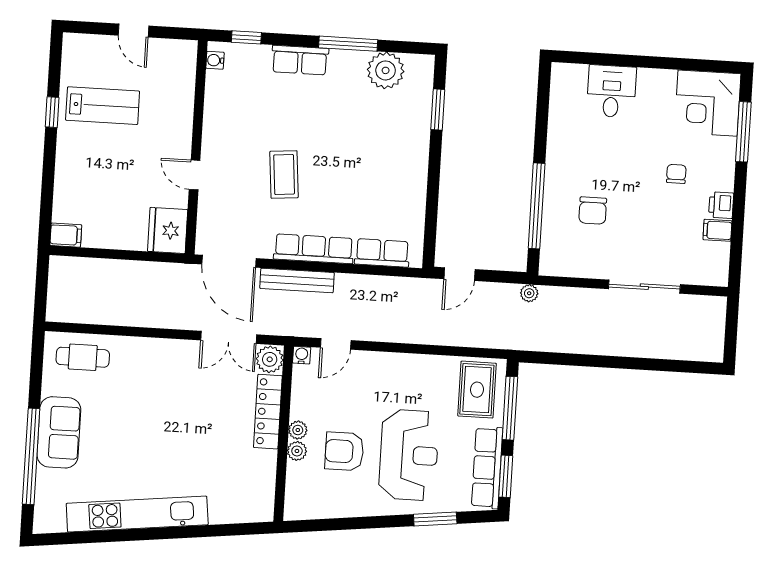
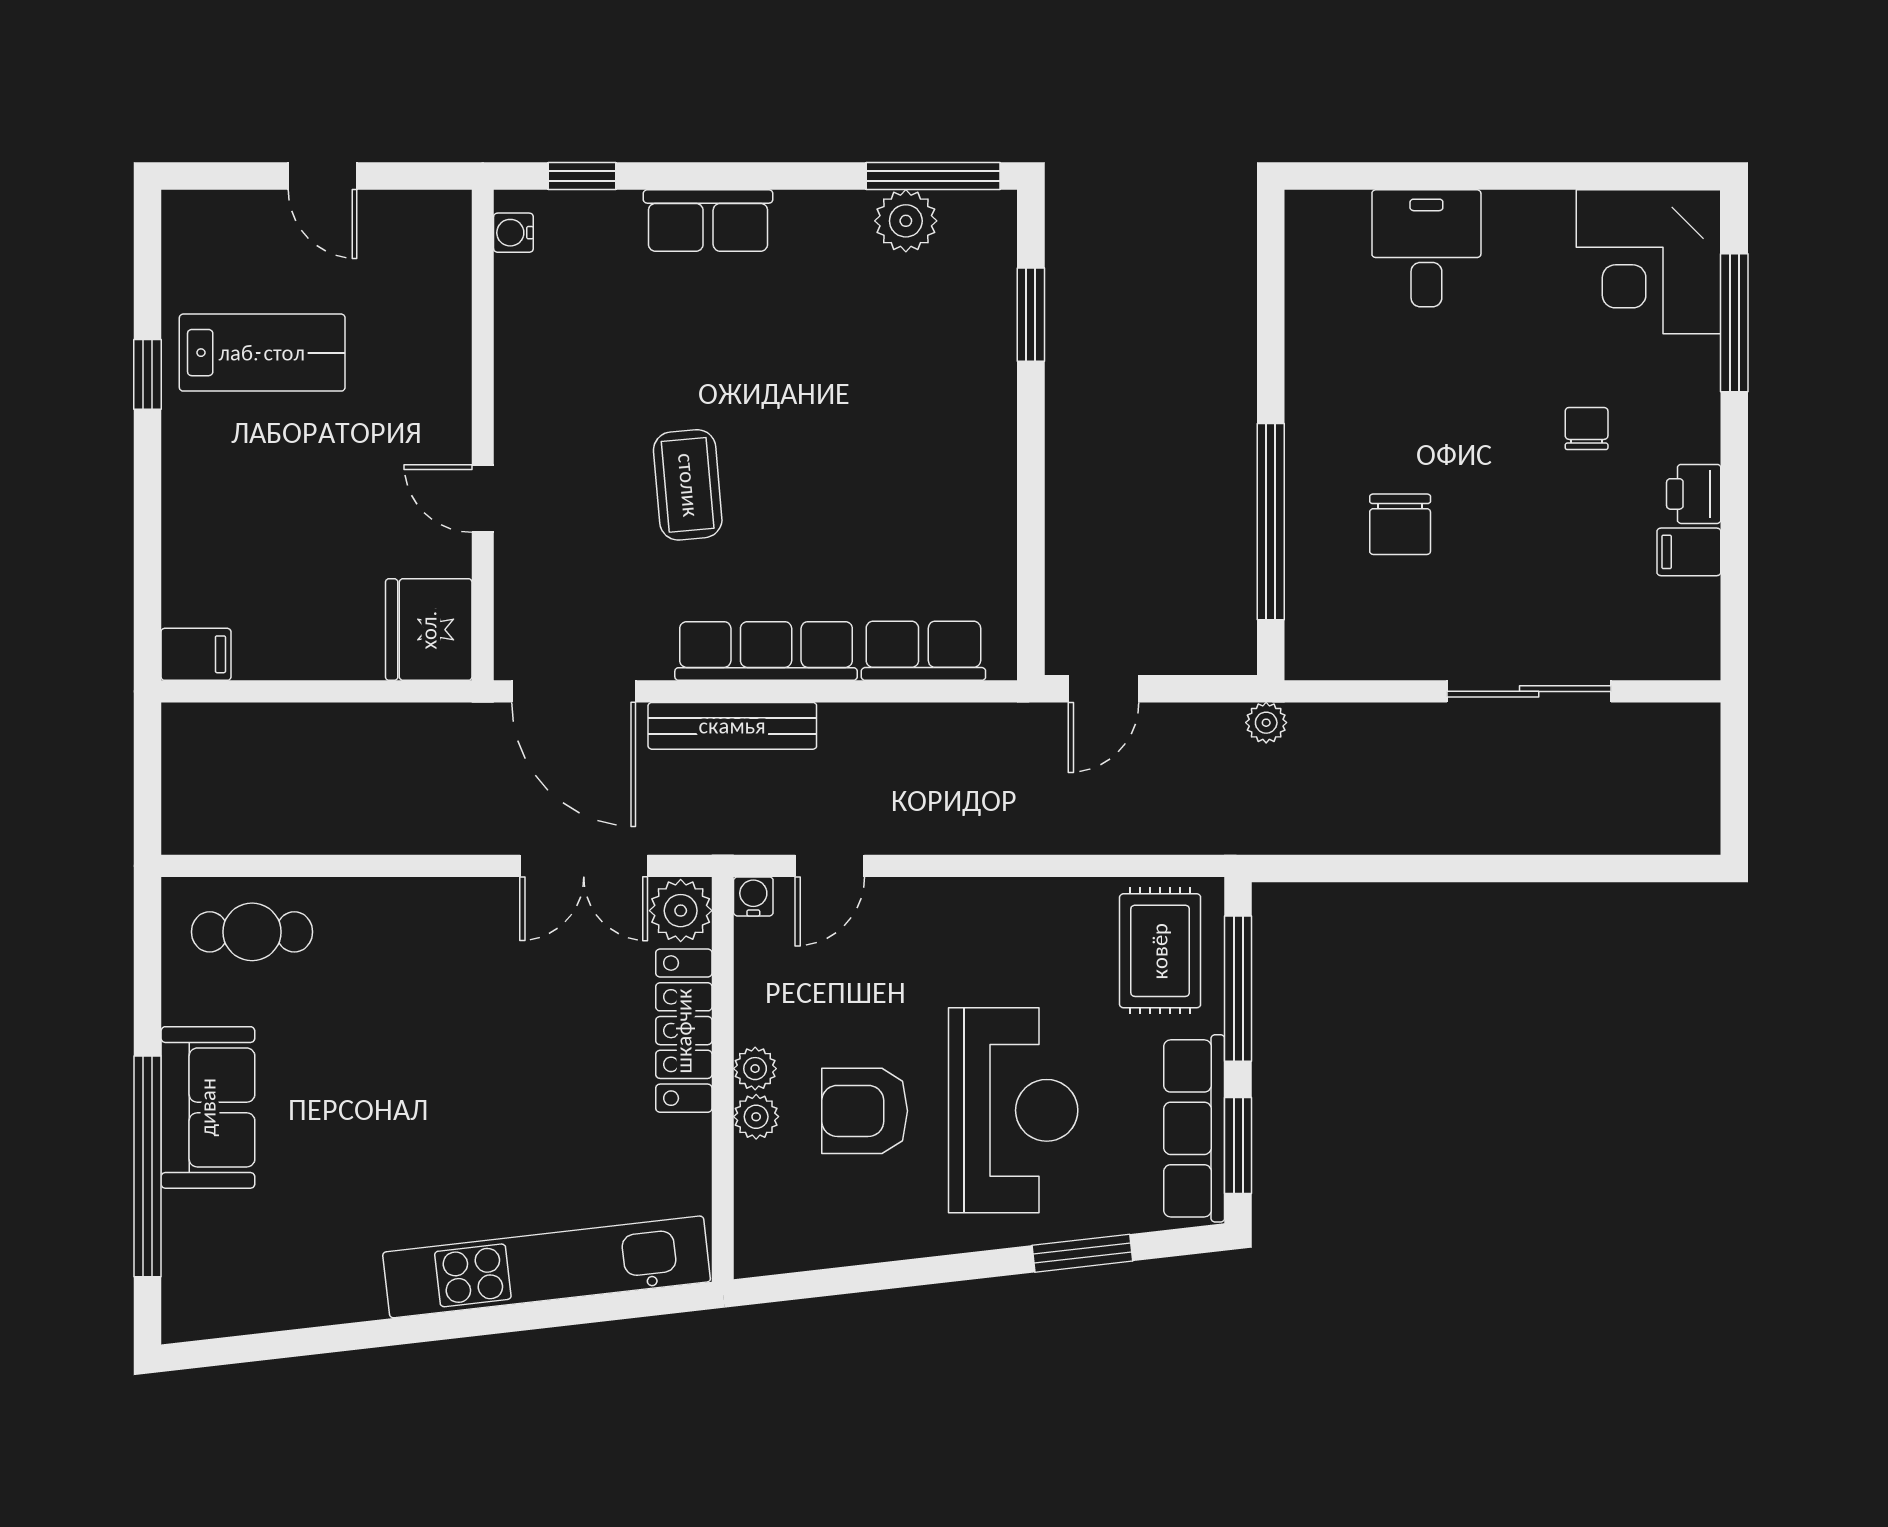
window: (348, 44) -> (933, 176), moved
plant: (386, 70) -> (906, 221), width x0.73, depth x0.73
kitchen unit: (137, 514) -> (547, 1267), moved

